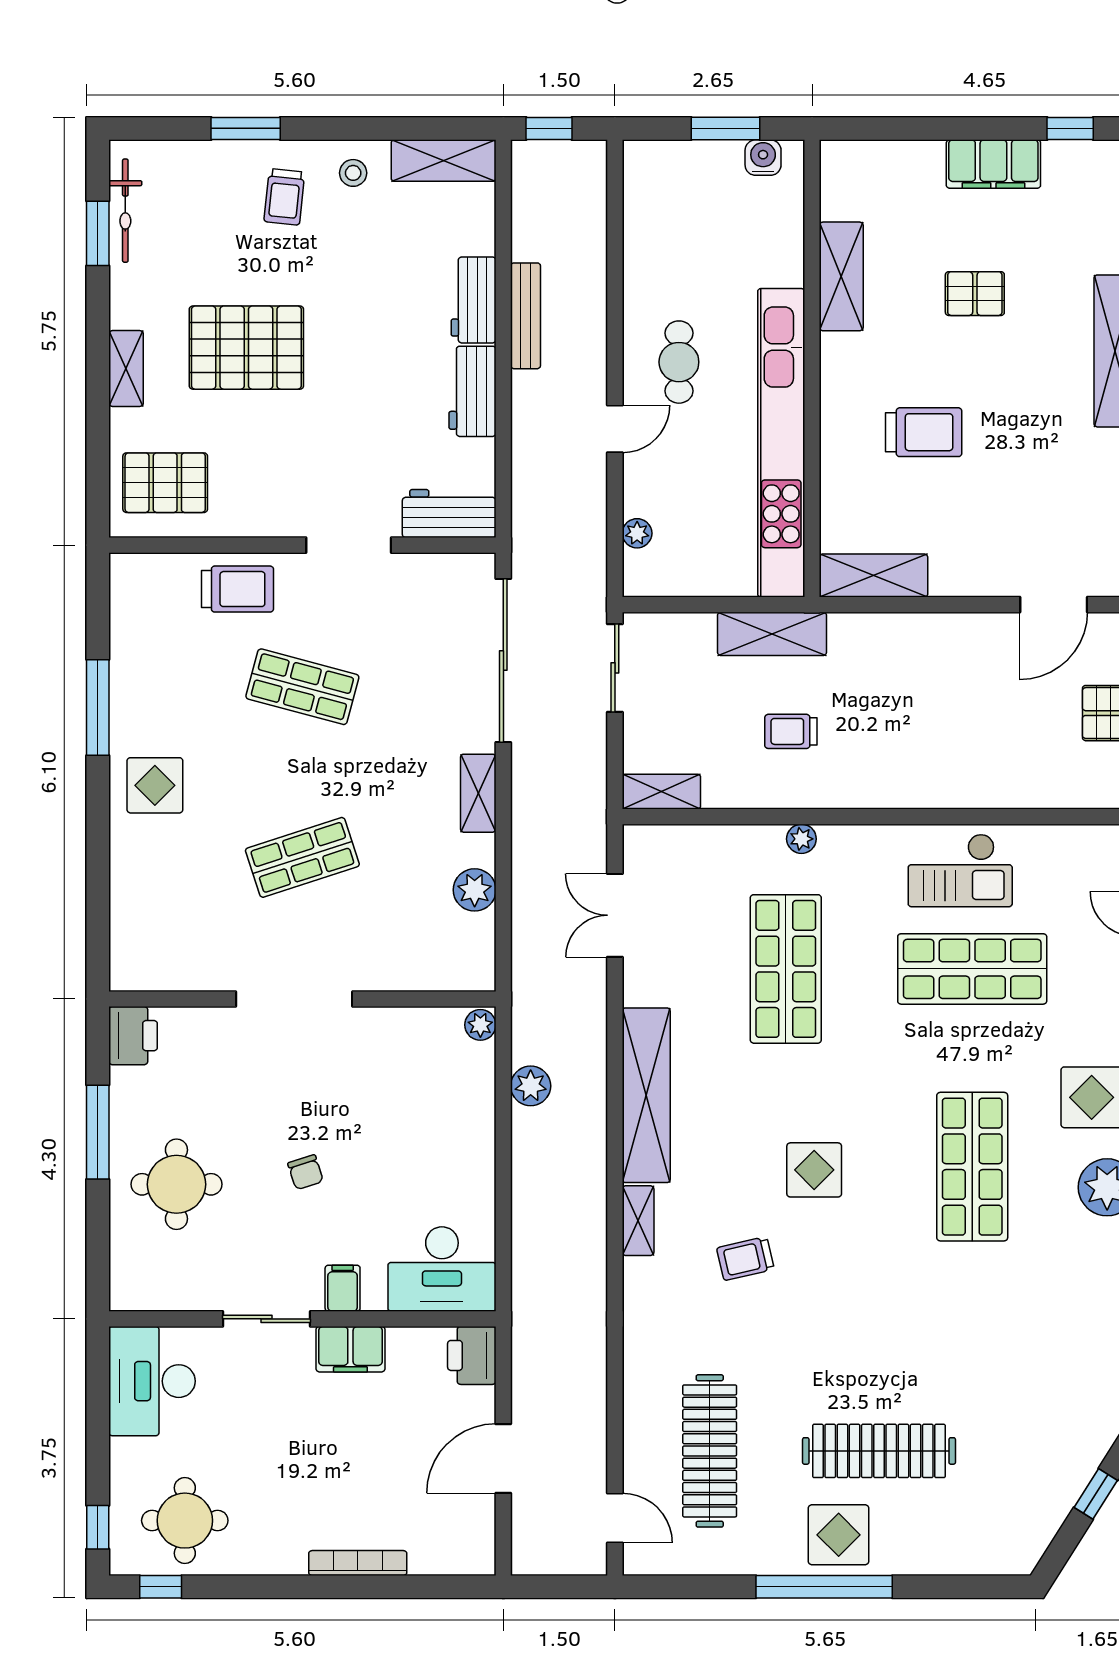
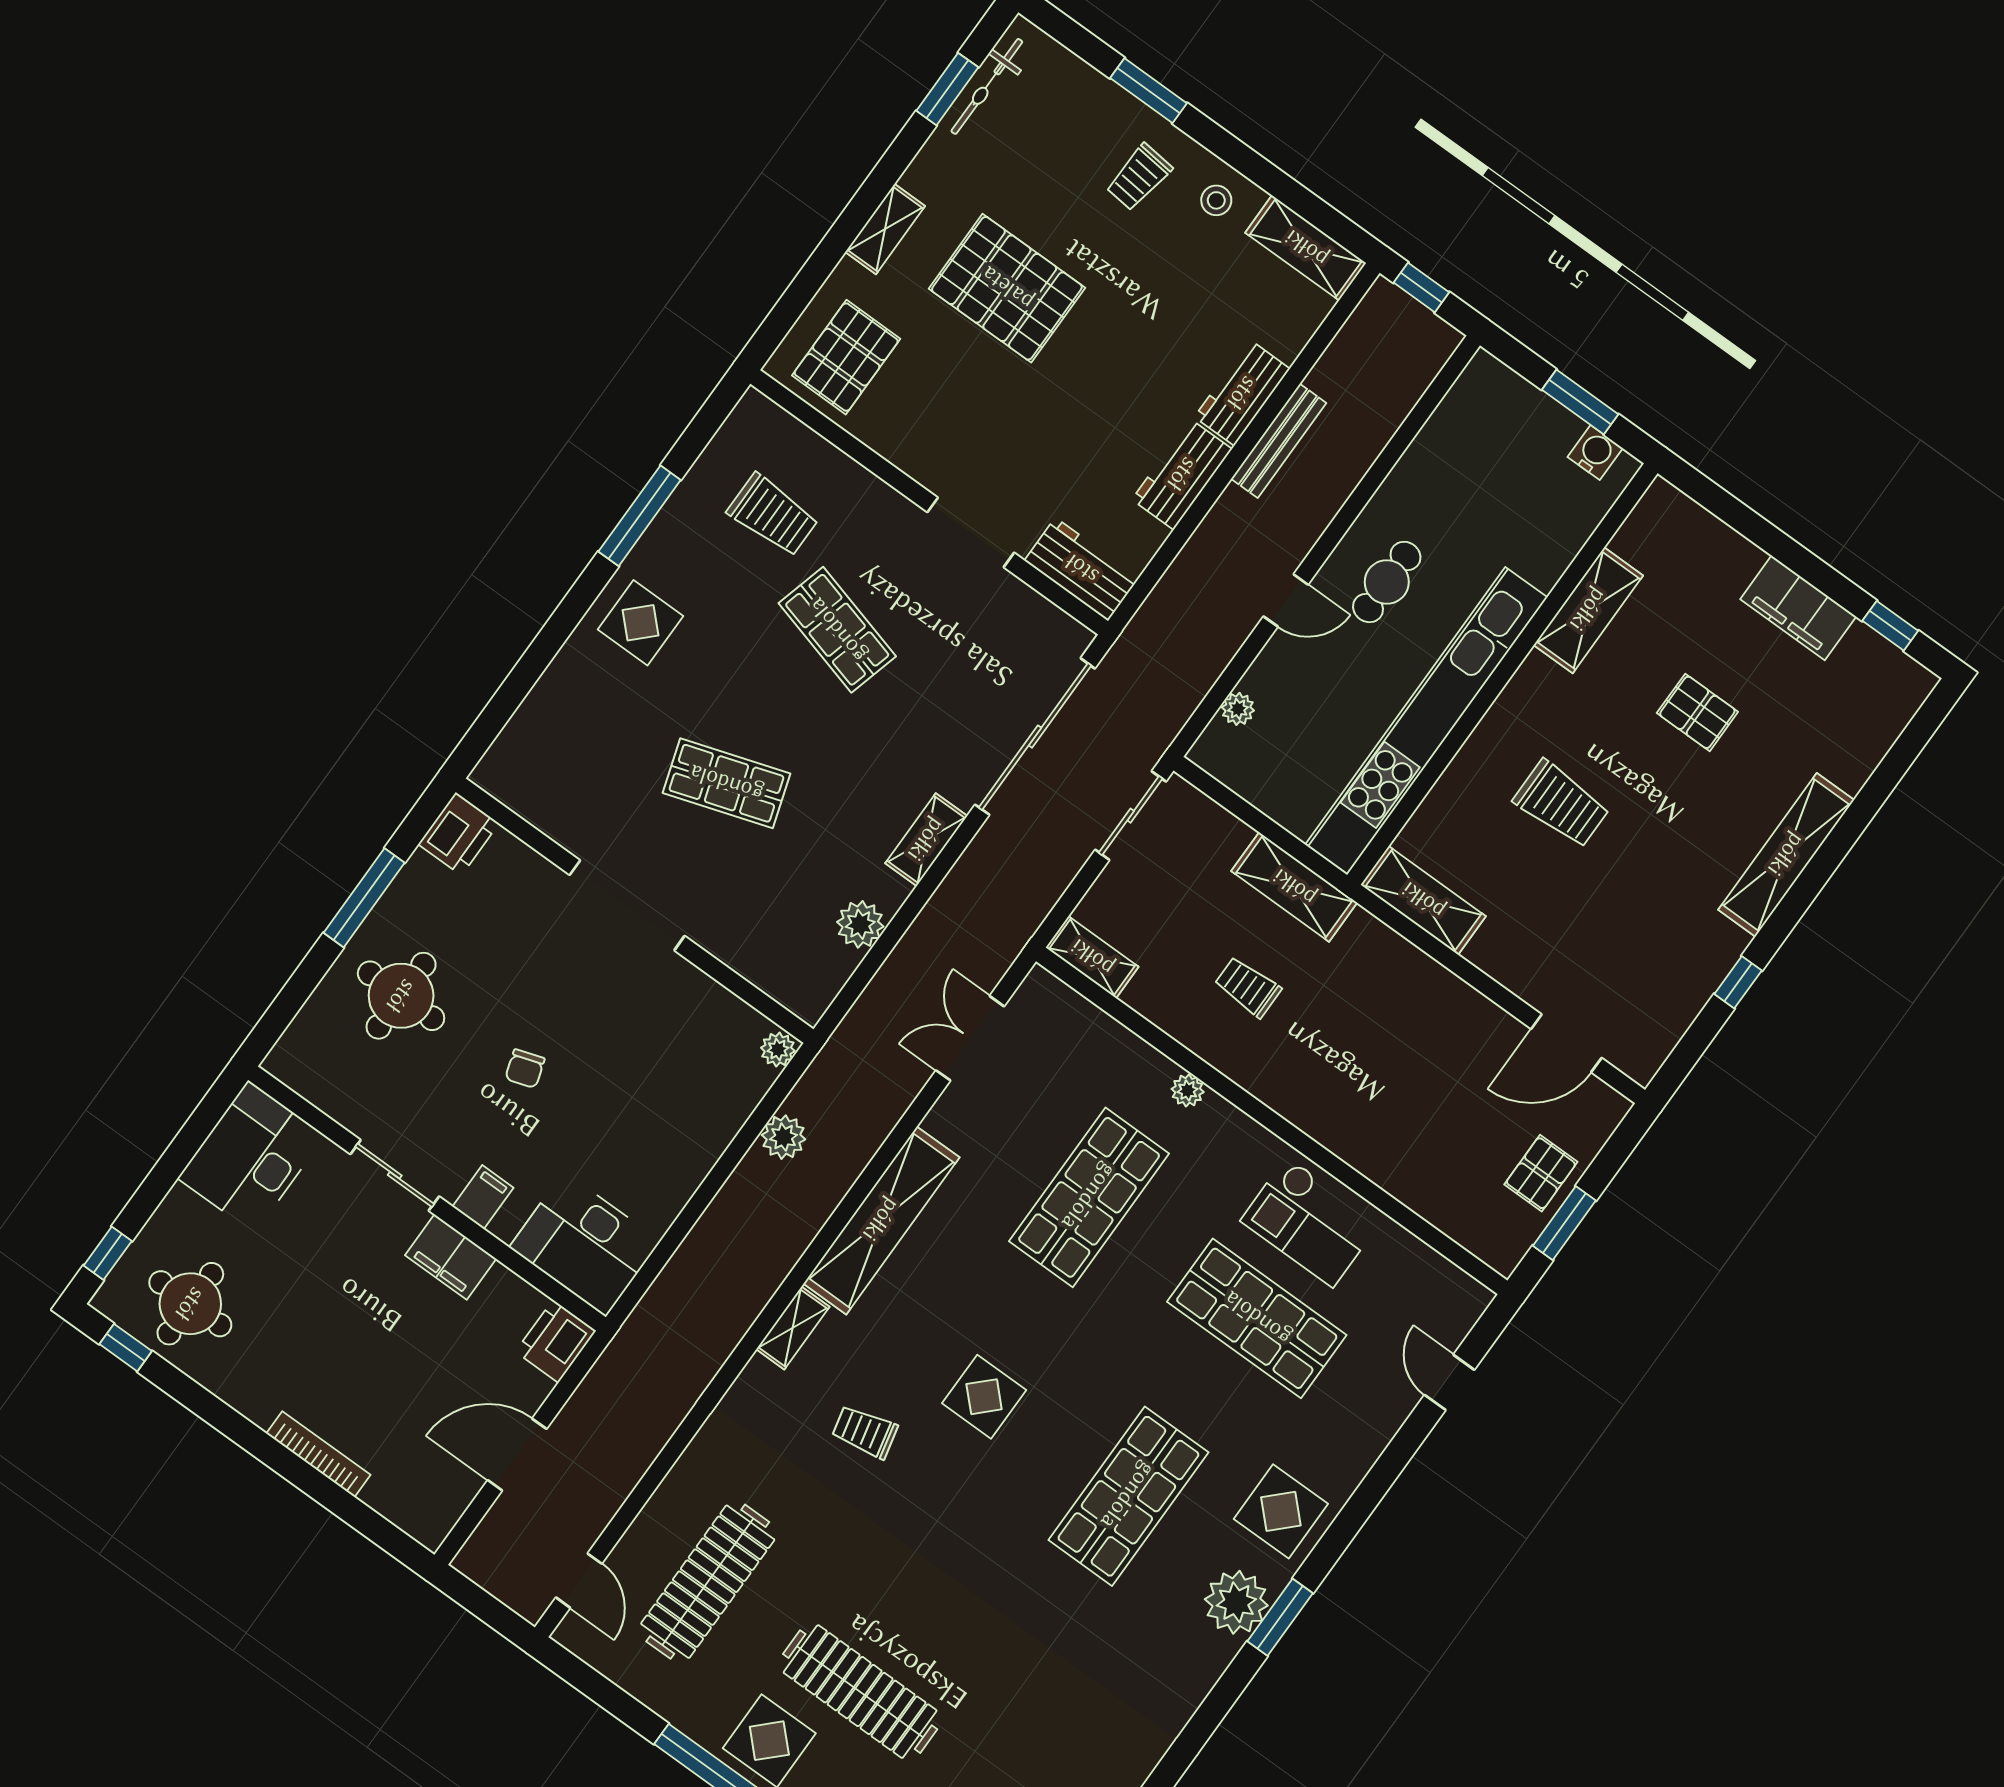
pallet: (165, 483) -> (846, 357), turned 90
trolley: (237, 589) -> (773, 515), moved

